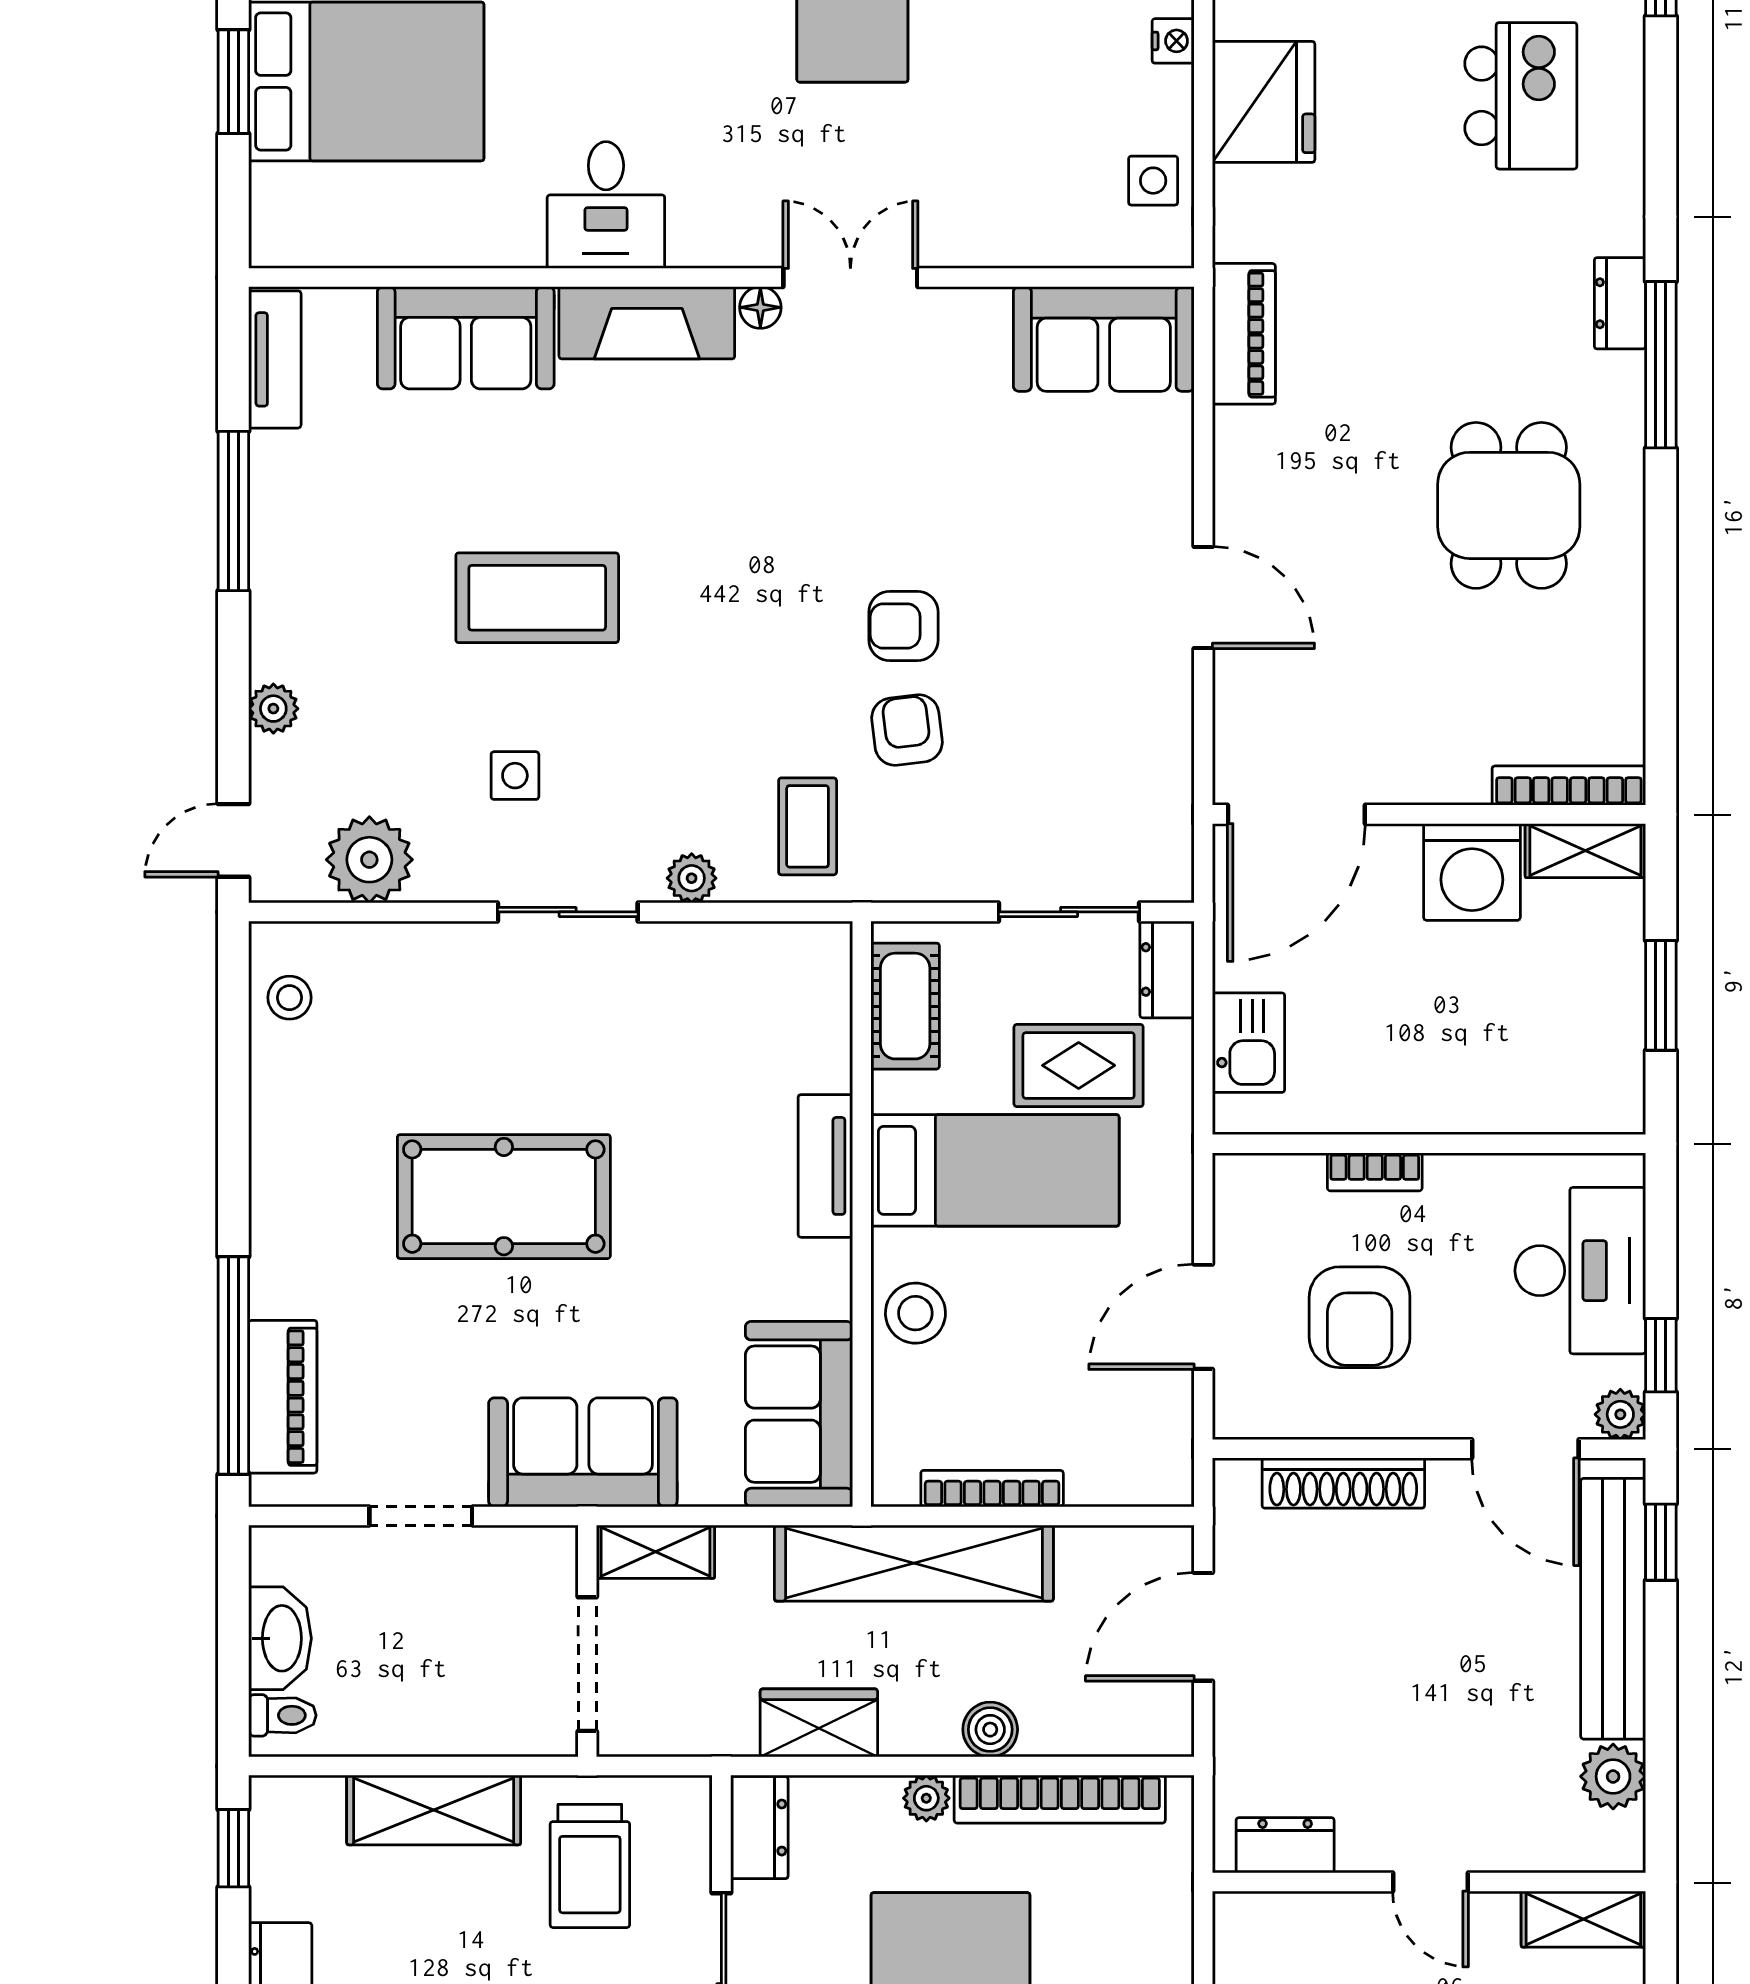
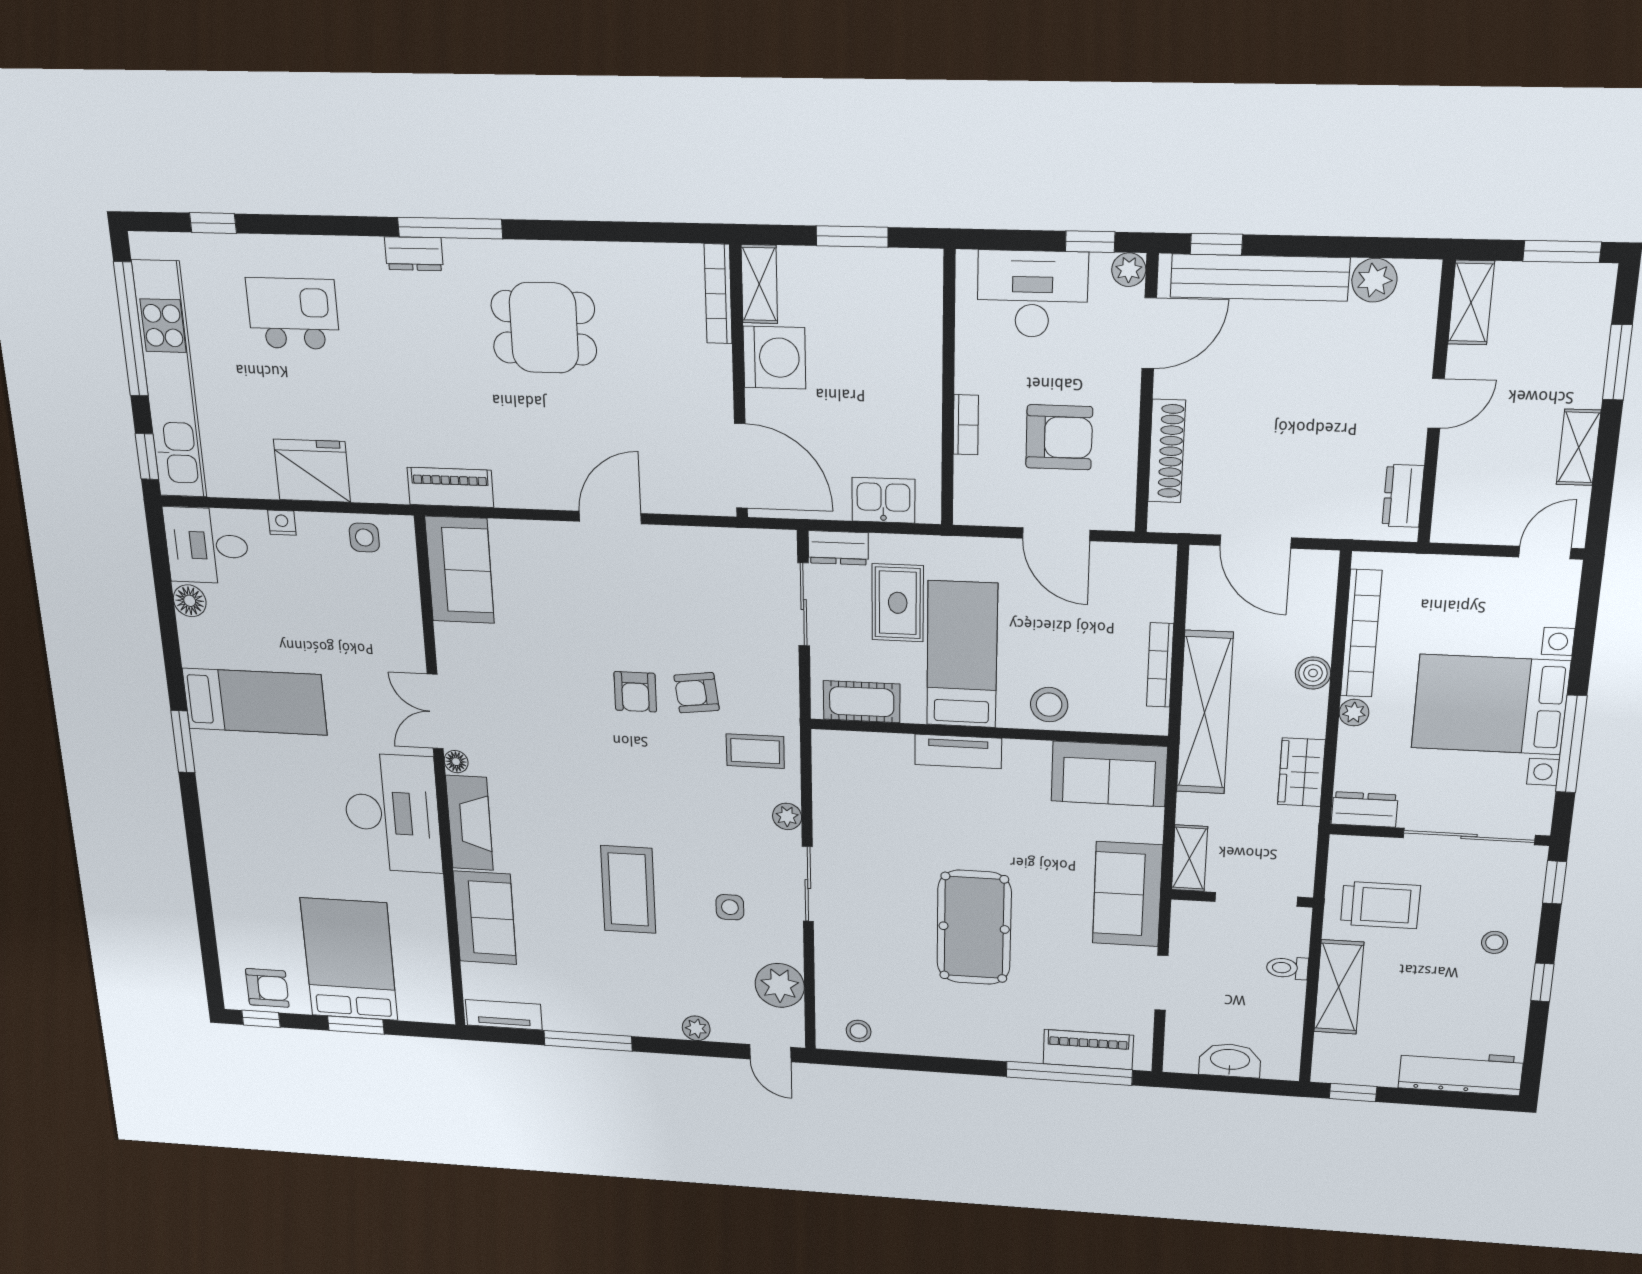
desk: (606, 205) -> (392, 813), width x1.87, depth x1.30
toilet: (282, 1715) -> (1287, 968), moved, turned -90

